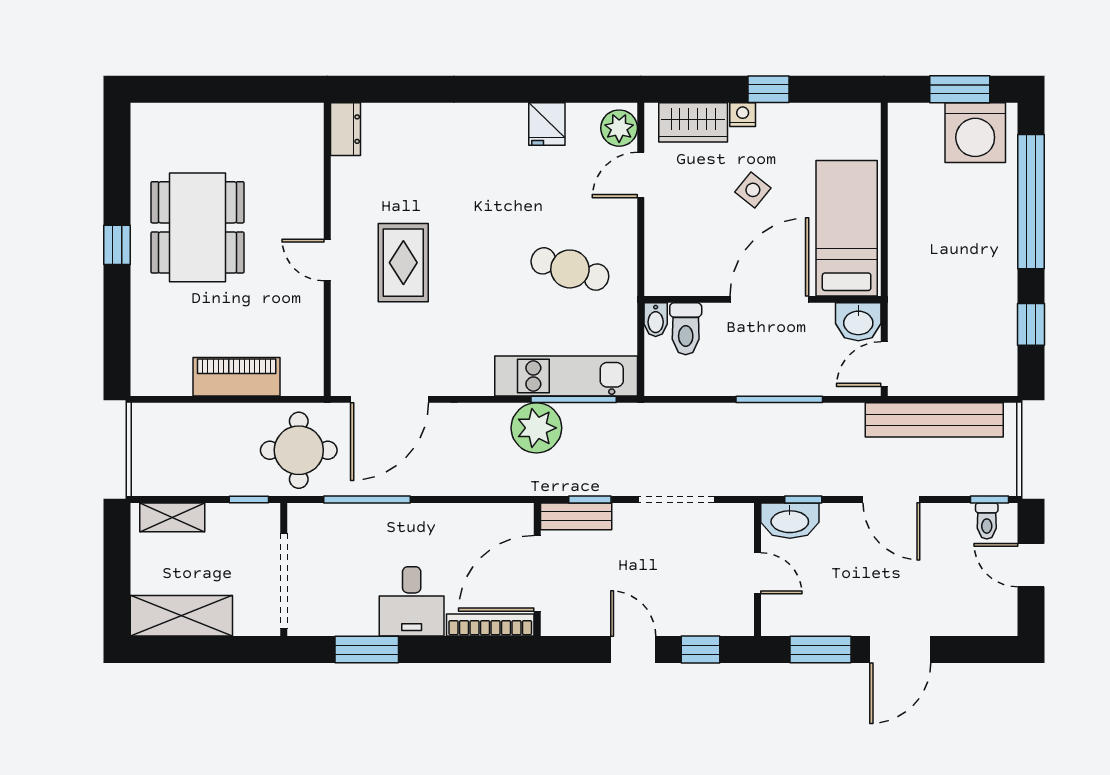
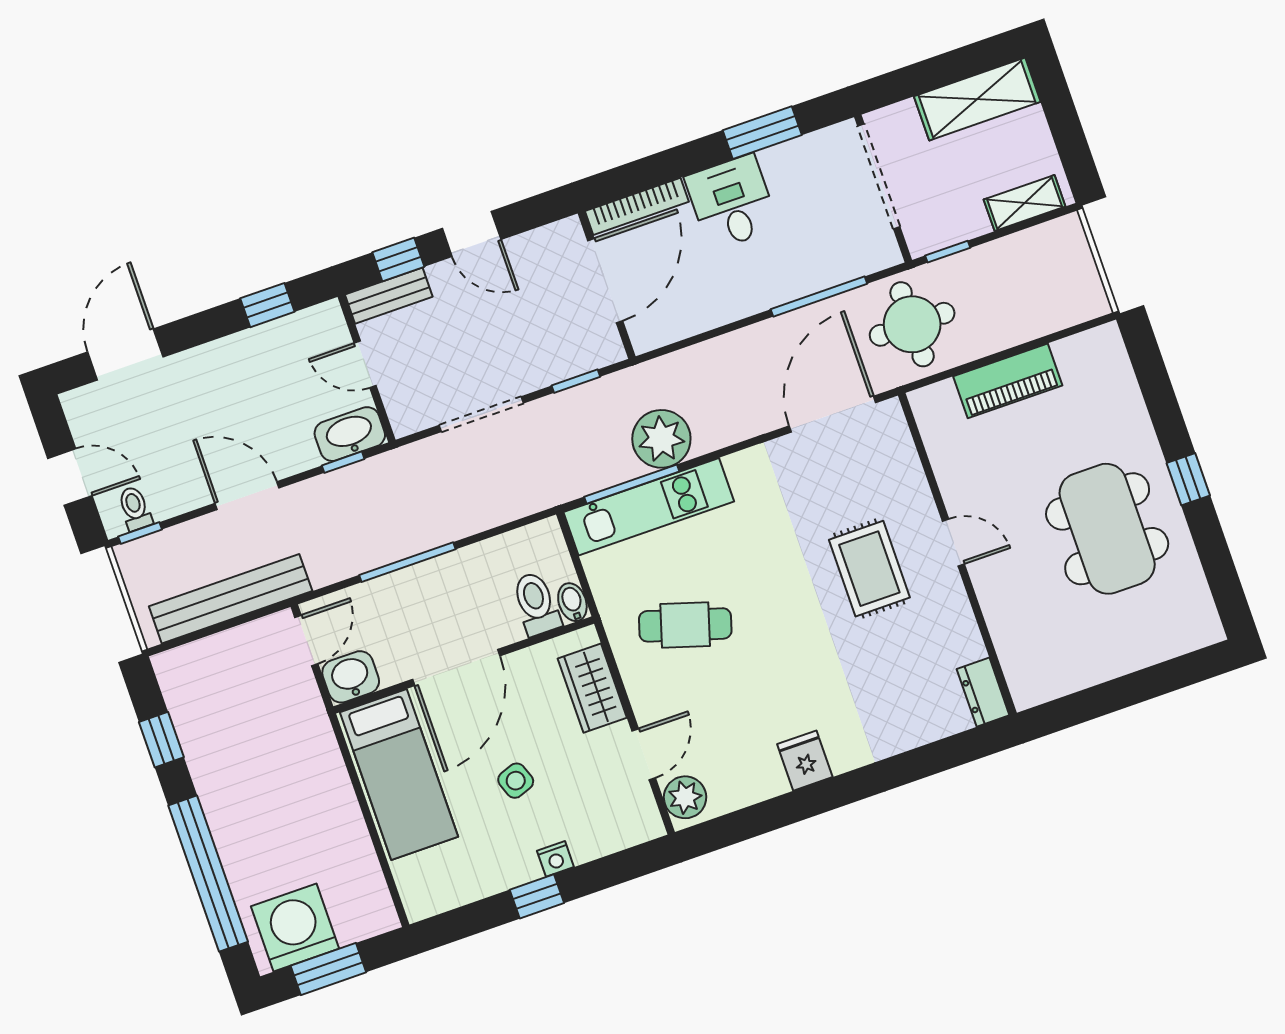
wardrobe: (693, 122) -> (592, 688), moved, turned -90
fridge: (547, 124) -> (805, 761), moved
side table: (753, 190) -> (516, 781), turned 31
bench: (576, 516) -> (389, 296), moved
window: (820, 650) -> (267, 305), width x0.67
door: (900, 650) -> (125, 354), moved

